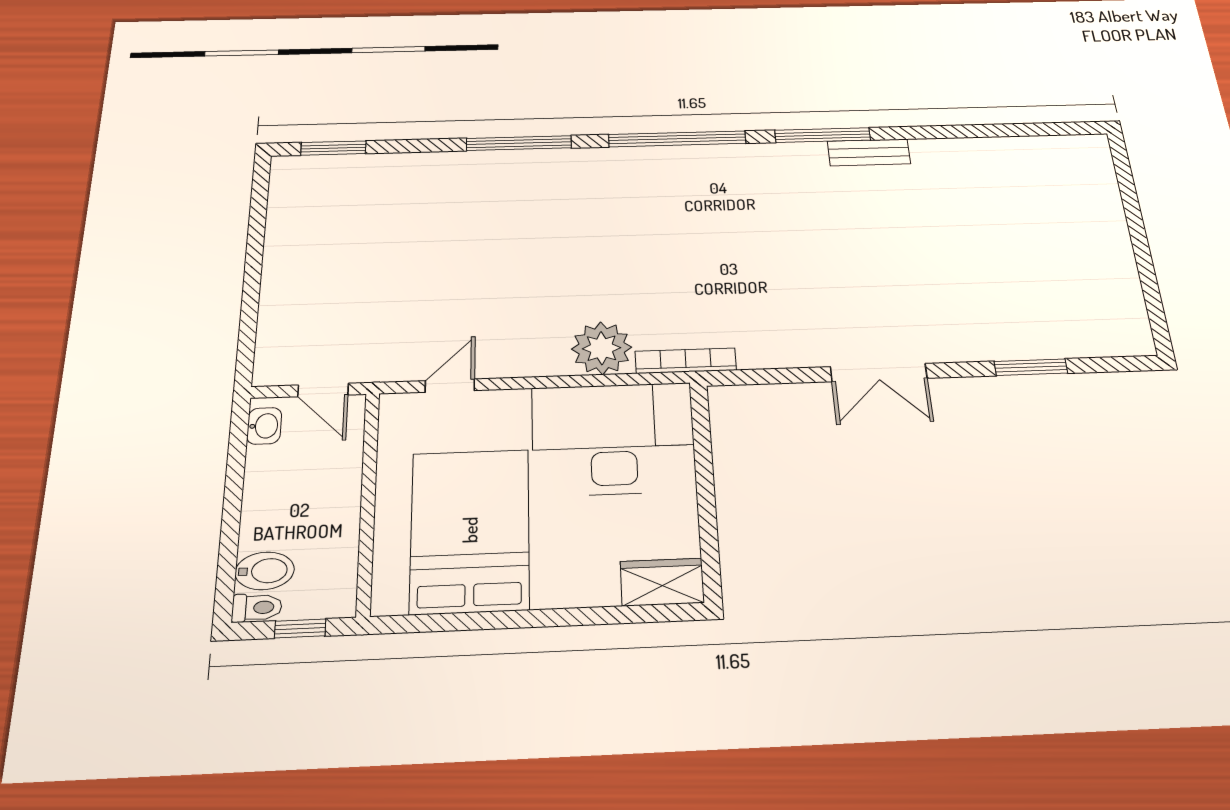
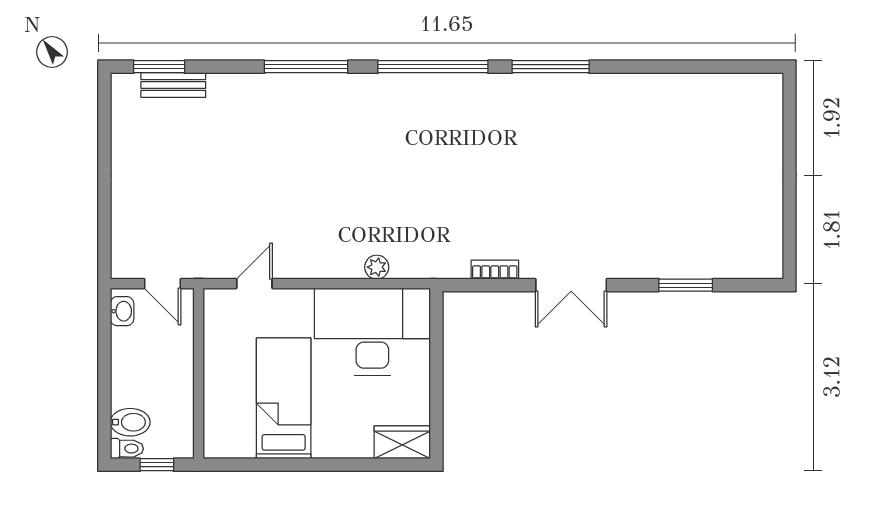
bench: (869, 152) -> (173, 85), moved
plant: (602, 348) -> (377, 267), width x0.53, depth x0.53
bookcase: (686, 361) -> (495, 270), moved, width x0.64
bed: (470, 530) -> (284, 398), width x0.67

